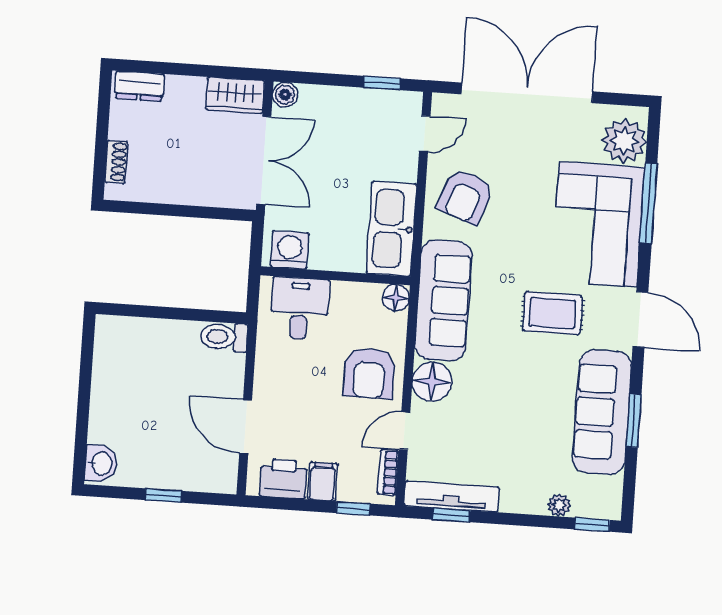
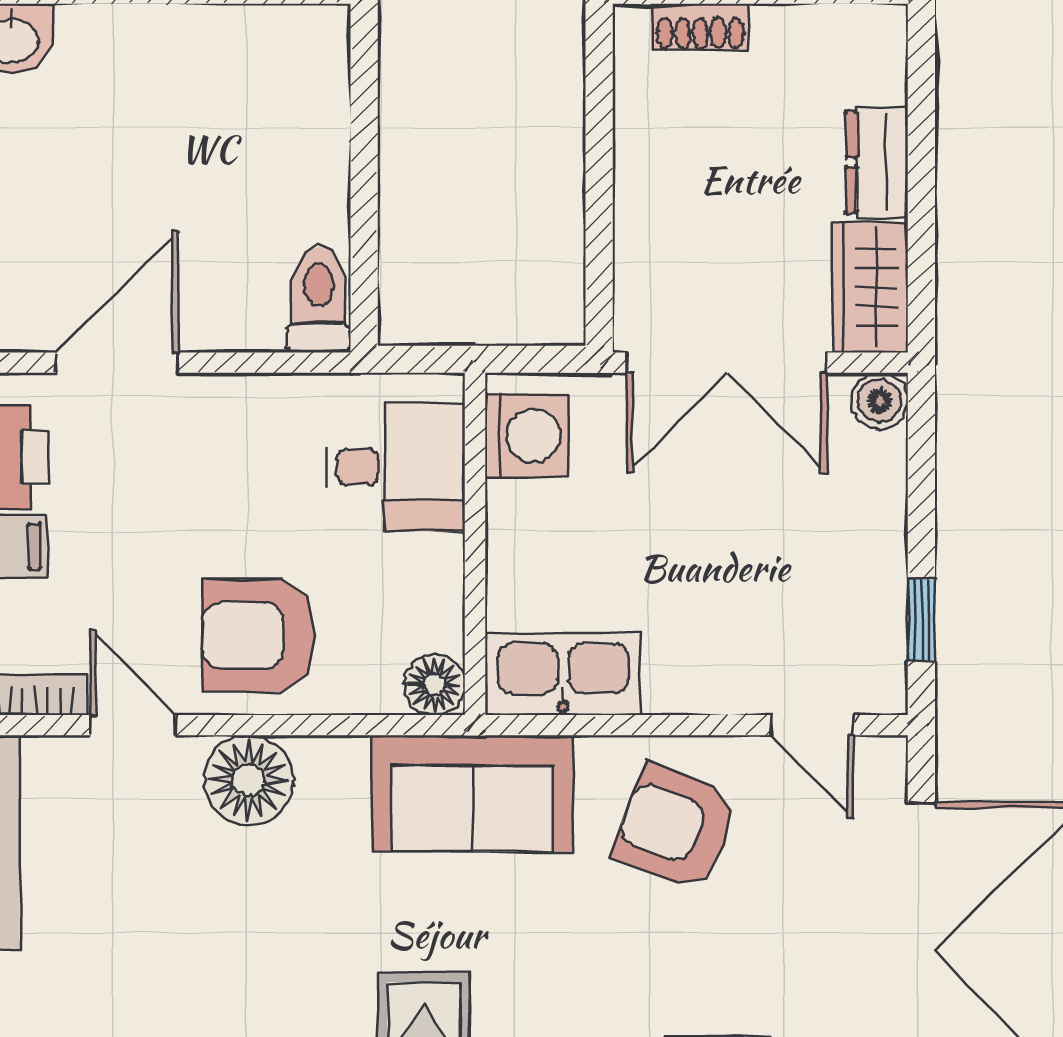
dresser: (139, 86) -> (877, 162), moved
kitchen sink: (391, 229) -> (563, 674), width x0.73, depth x0.81
sofa: (443, 300) -> (472, 793), width x0.73

